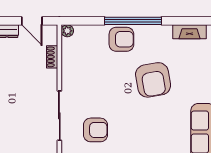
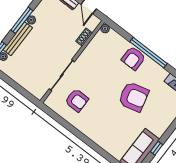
armchair: (121, 39) -> (133, 58), turned 90
armchair: (153, 80) -> (134, 97), turned -94

